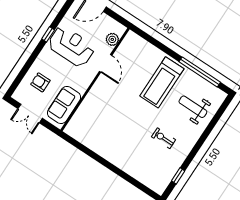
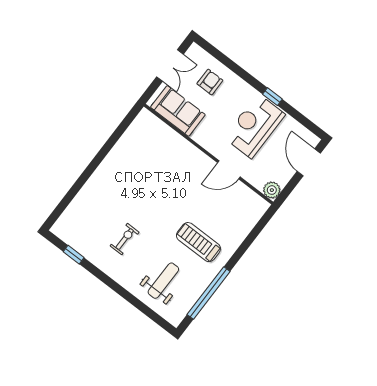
plant: (112, 39) -> (272, 190), moved
reception desk: (71, 46) -> (255, 126), turned 180
treadmill: (162, 82) -> (198, 242), width x0.73, depth x0.73
double door: (30, 113) -> (170, 65), swing flipped

